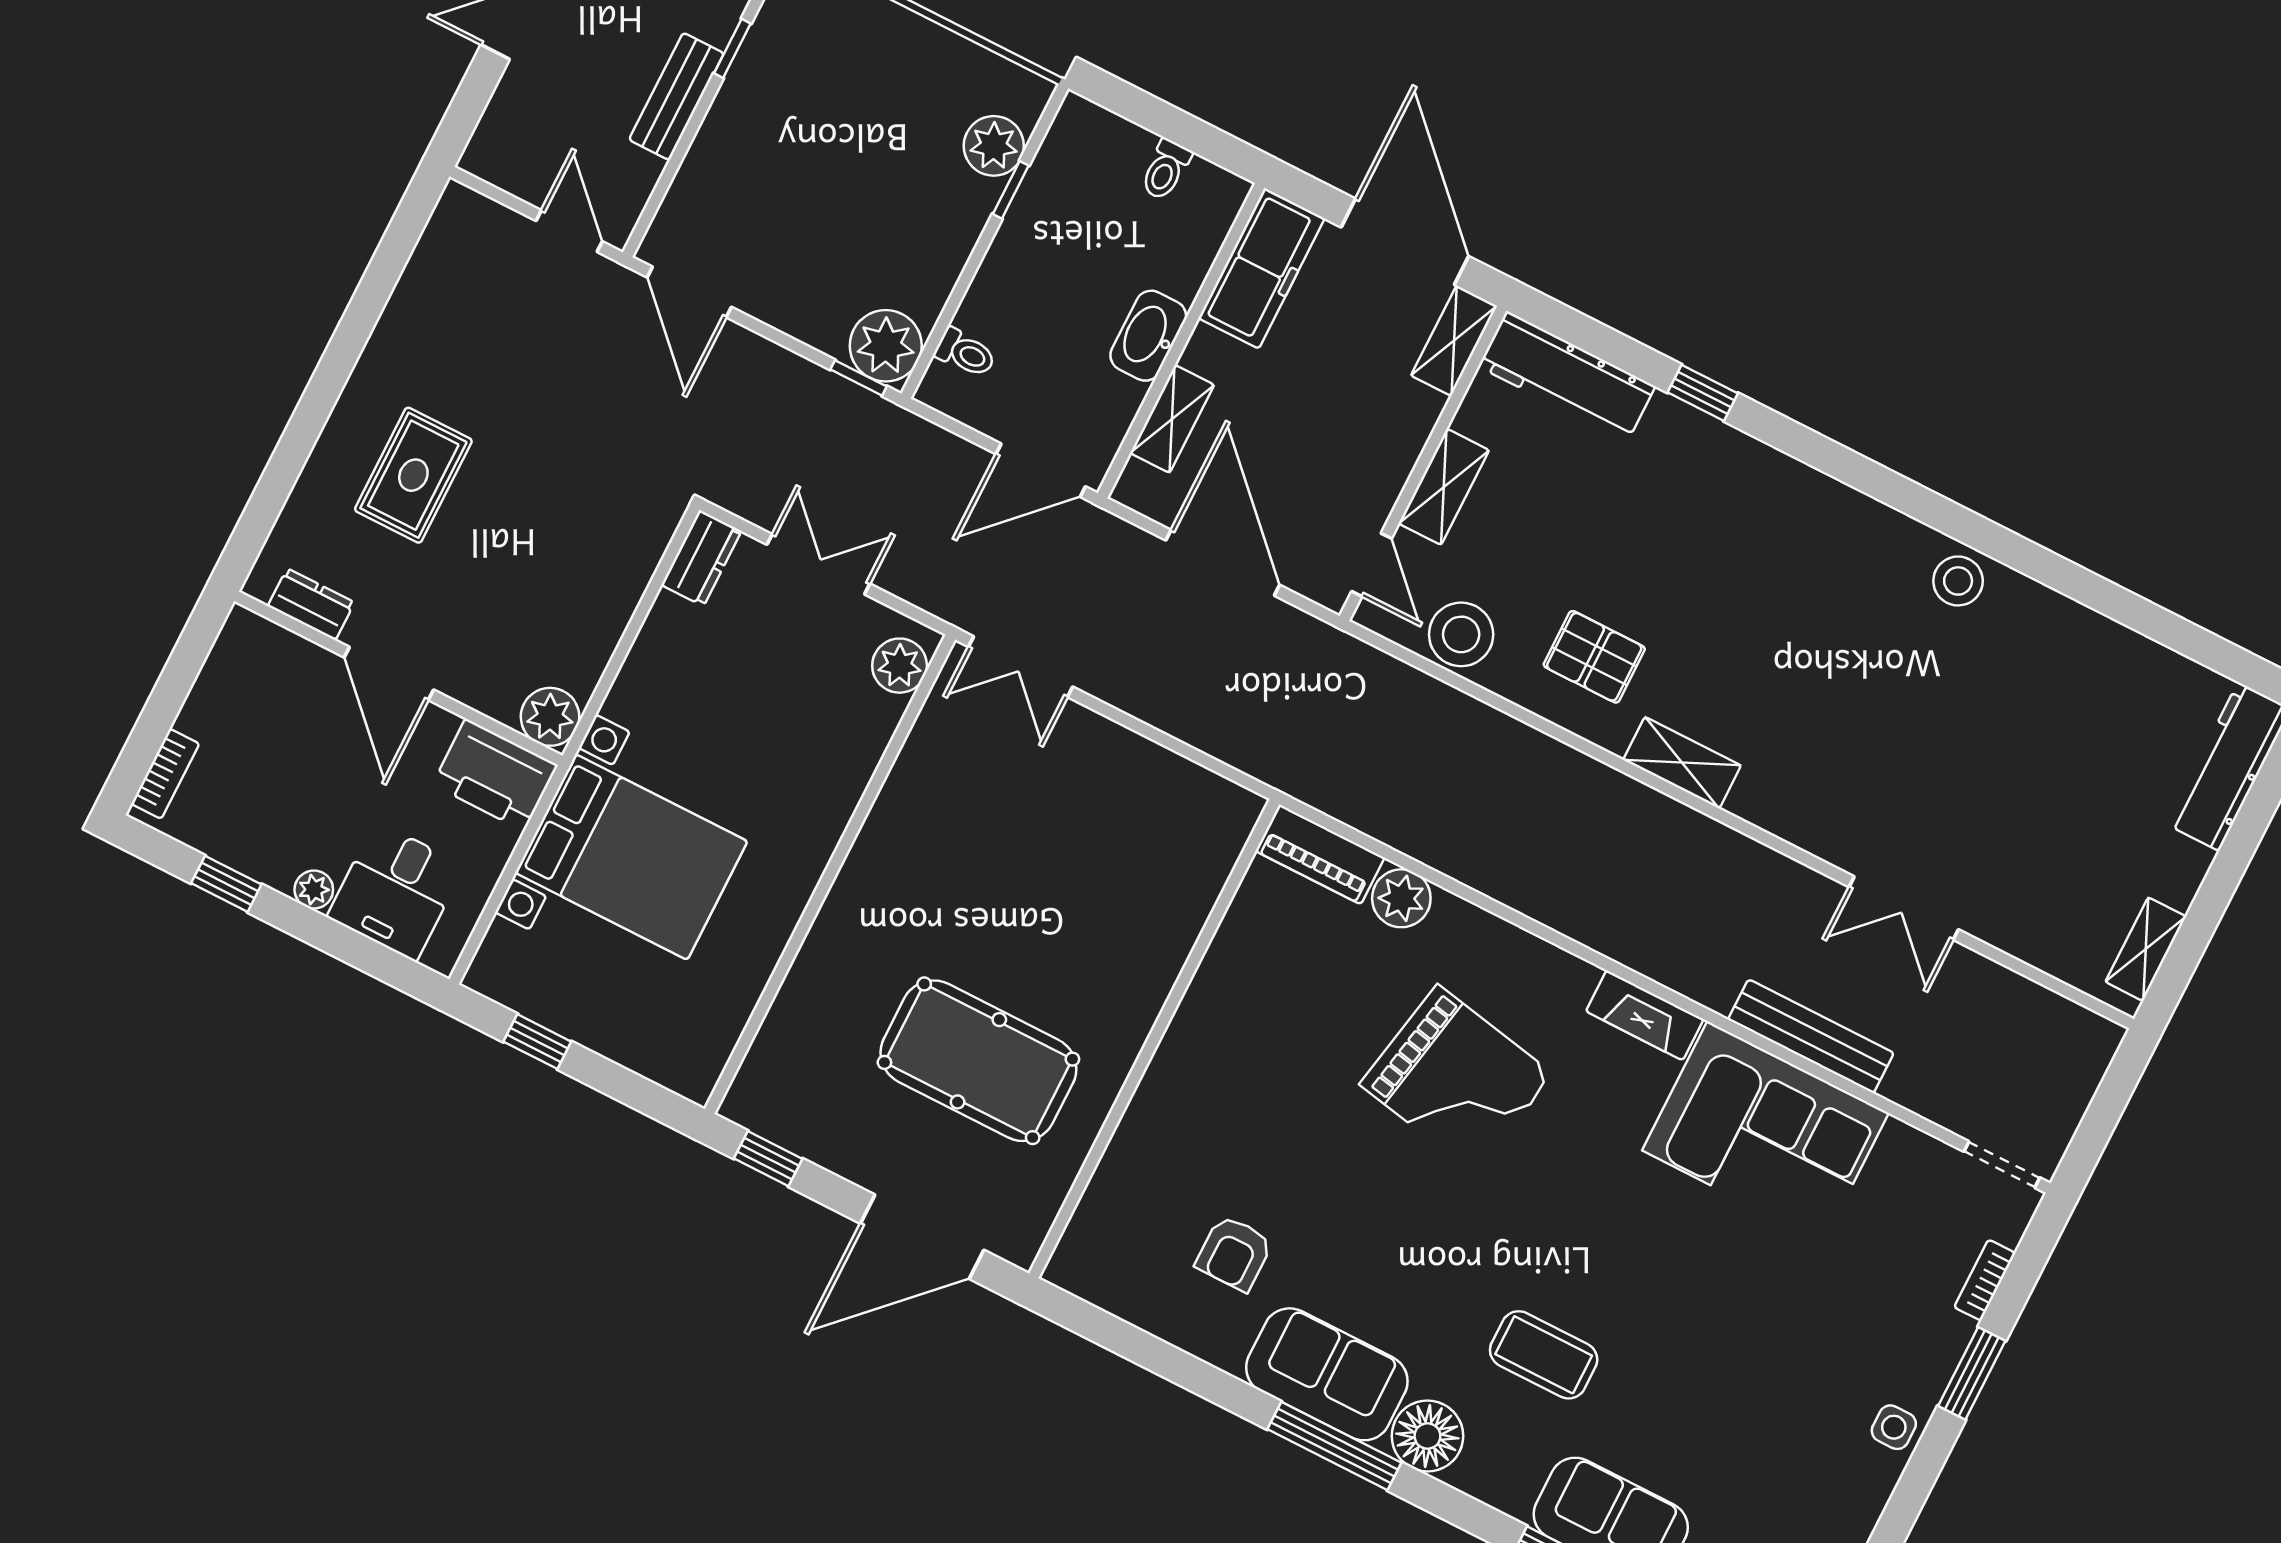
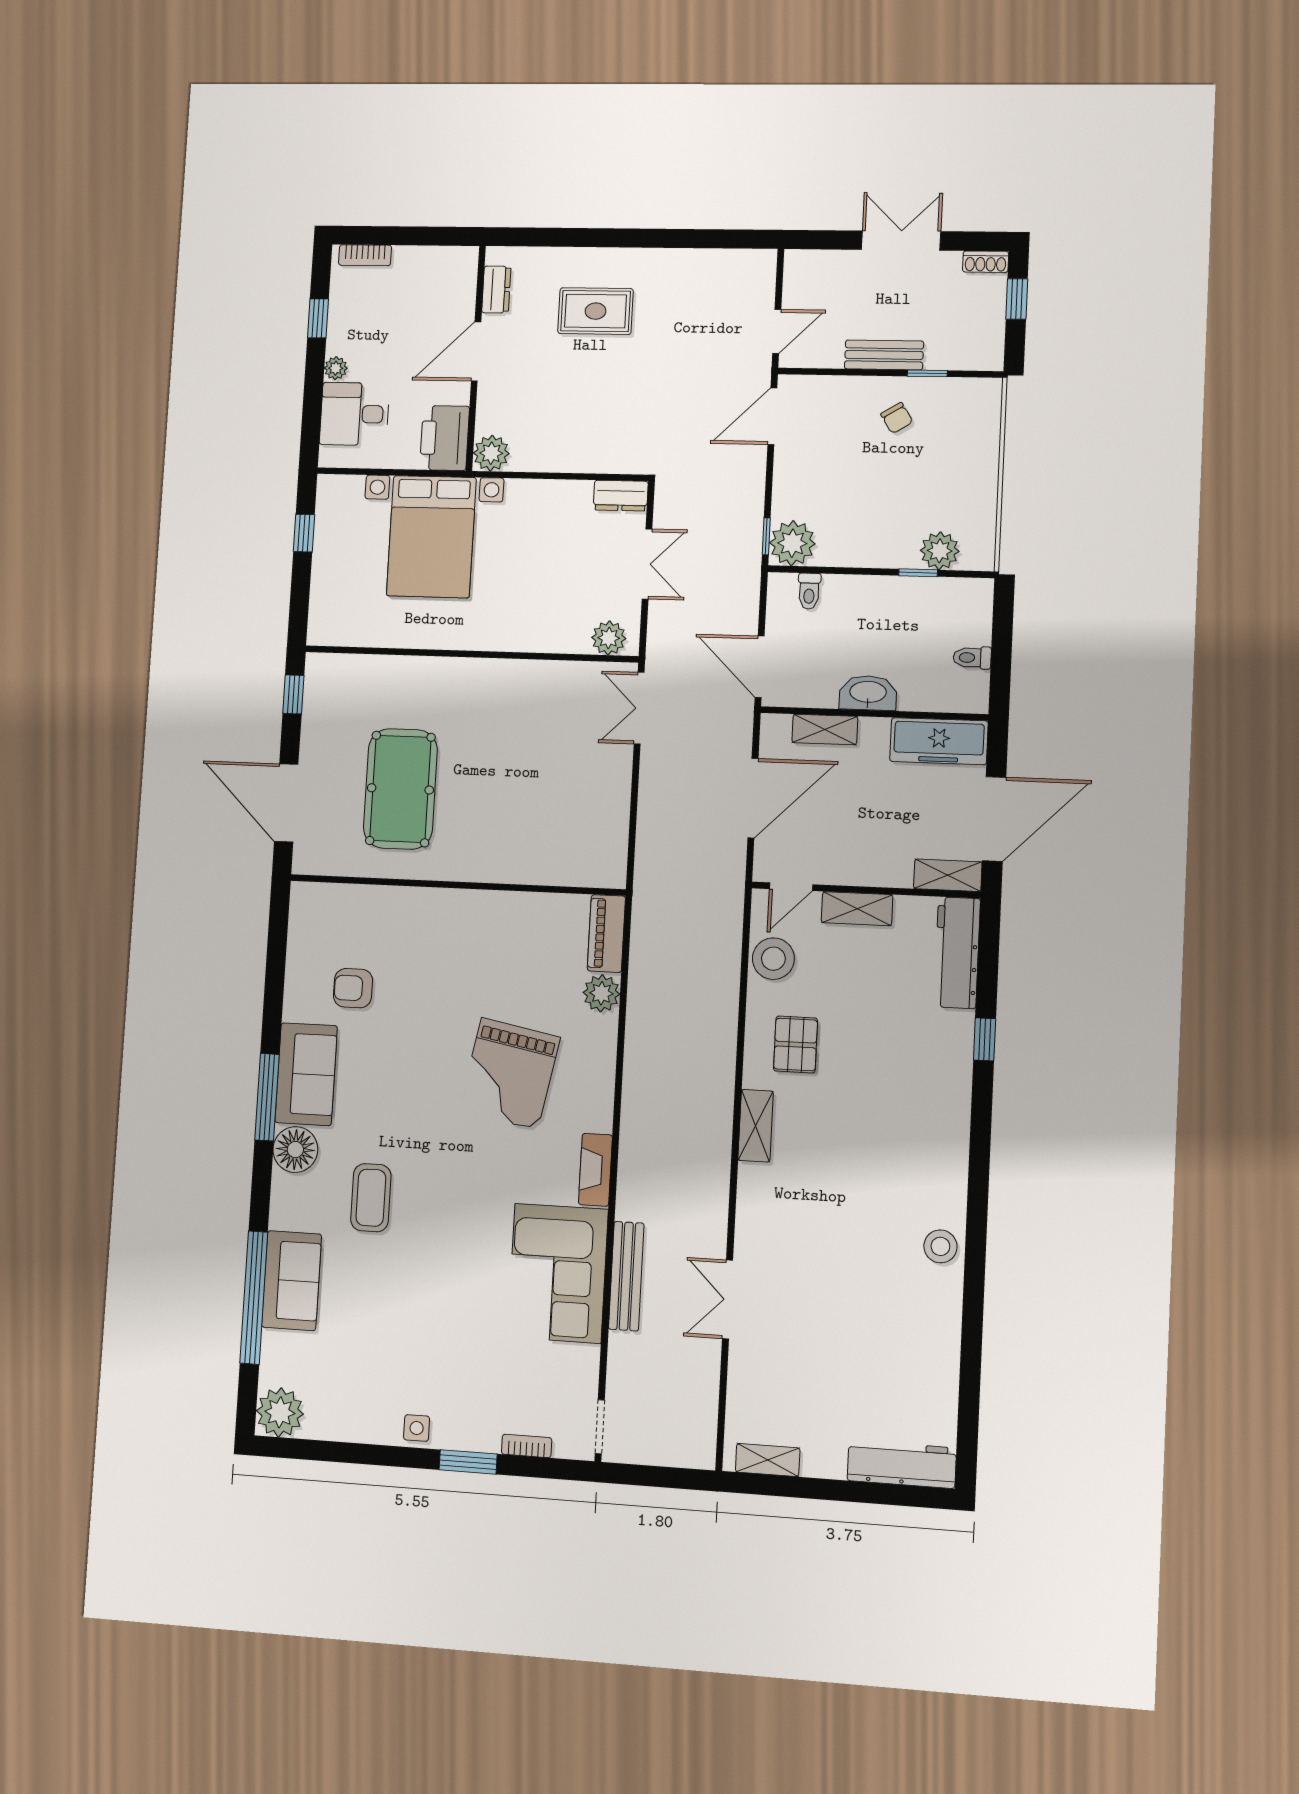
chair: (776, 120) -> (897, 418), added

